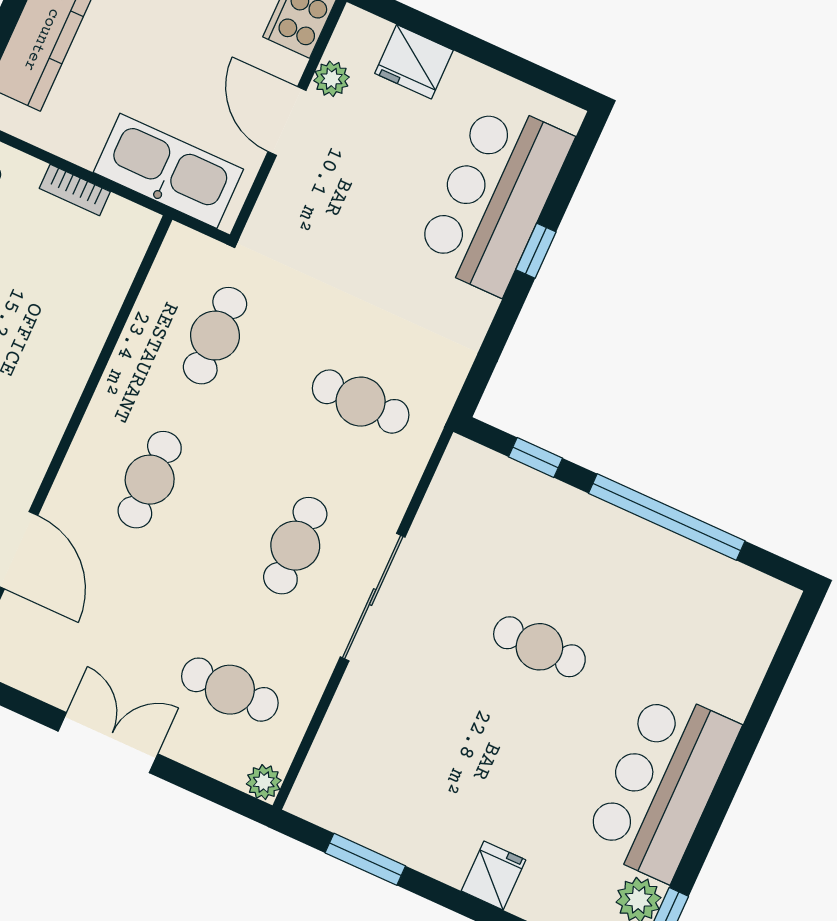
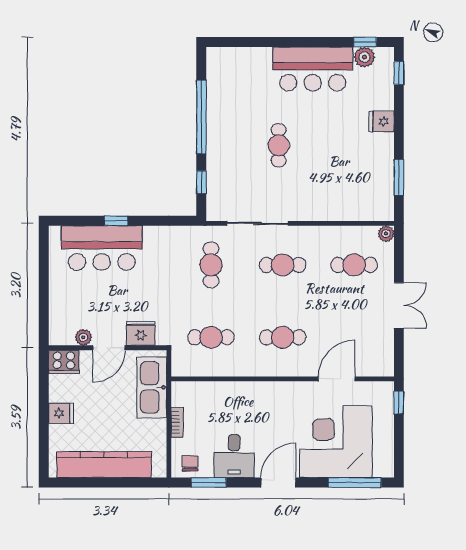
fridge: (414, 62) -> (141, 333), moved, turned -90
sliding door: (373, 597) -> (258, 223), moved
cafe table: (230, 690) -> (354, 265), turned 90
double door: (108, 743) -> (399, 305), swing flipped

